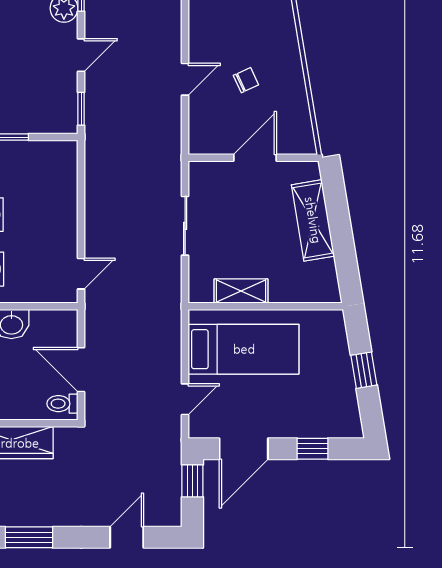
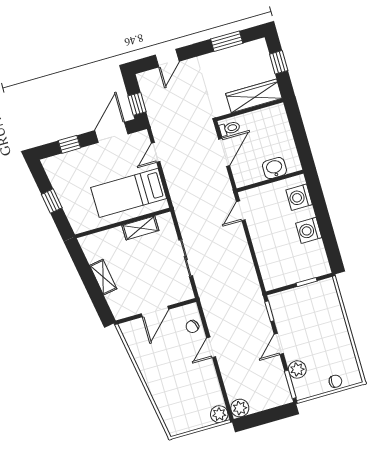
chair: (246, 80) -> (192, 326), moved
shelving: (313, 220) -> (103, 277), width x0.67, depth x0.75
door: (81, 370) -> (224, 152), hinge flipped

